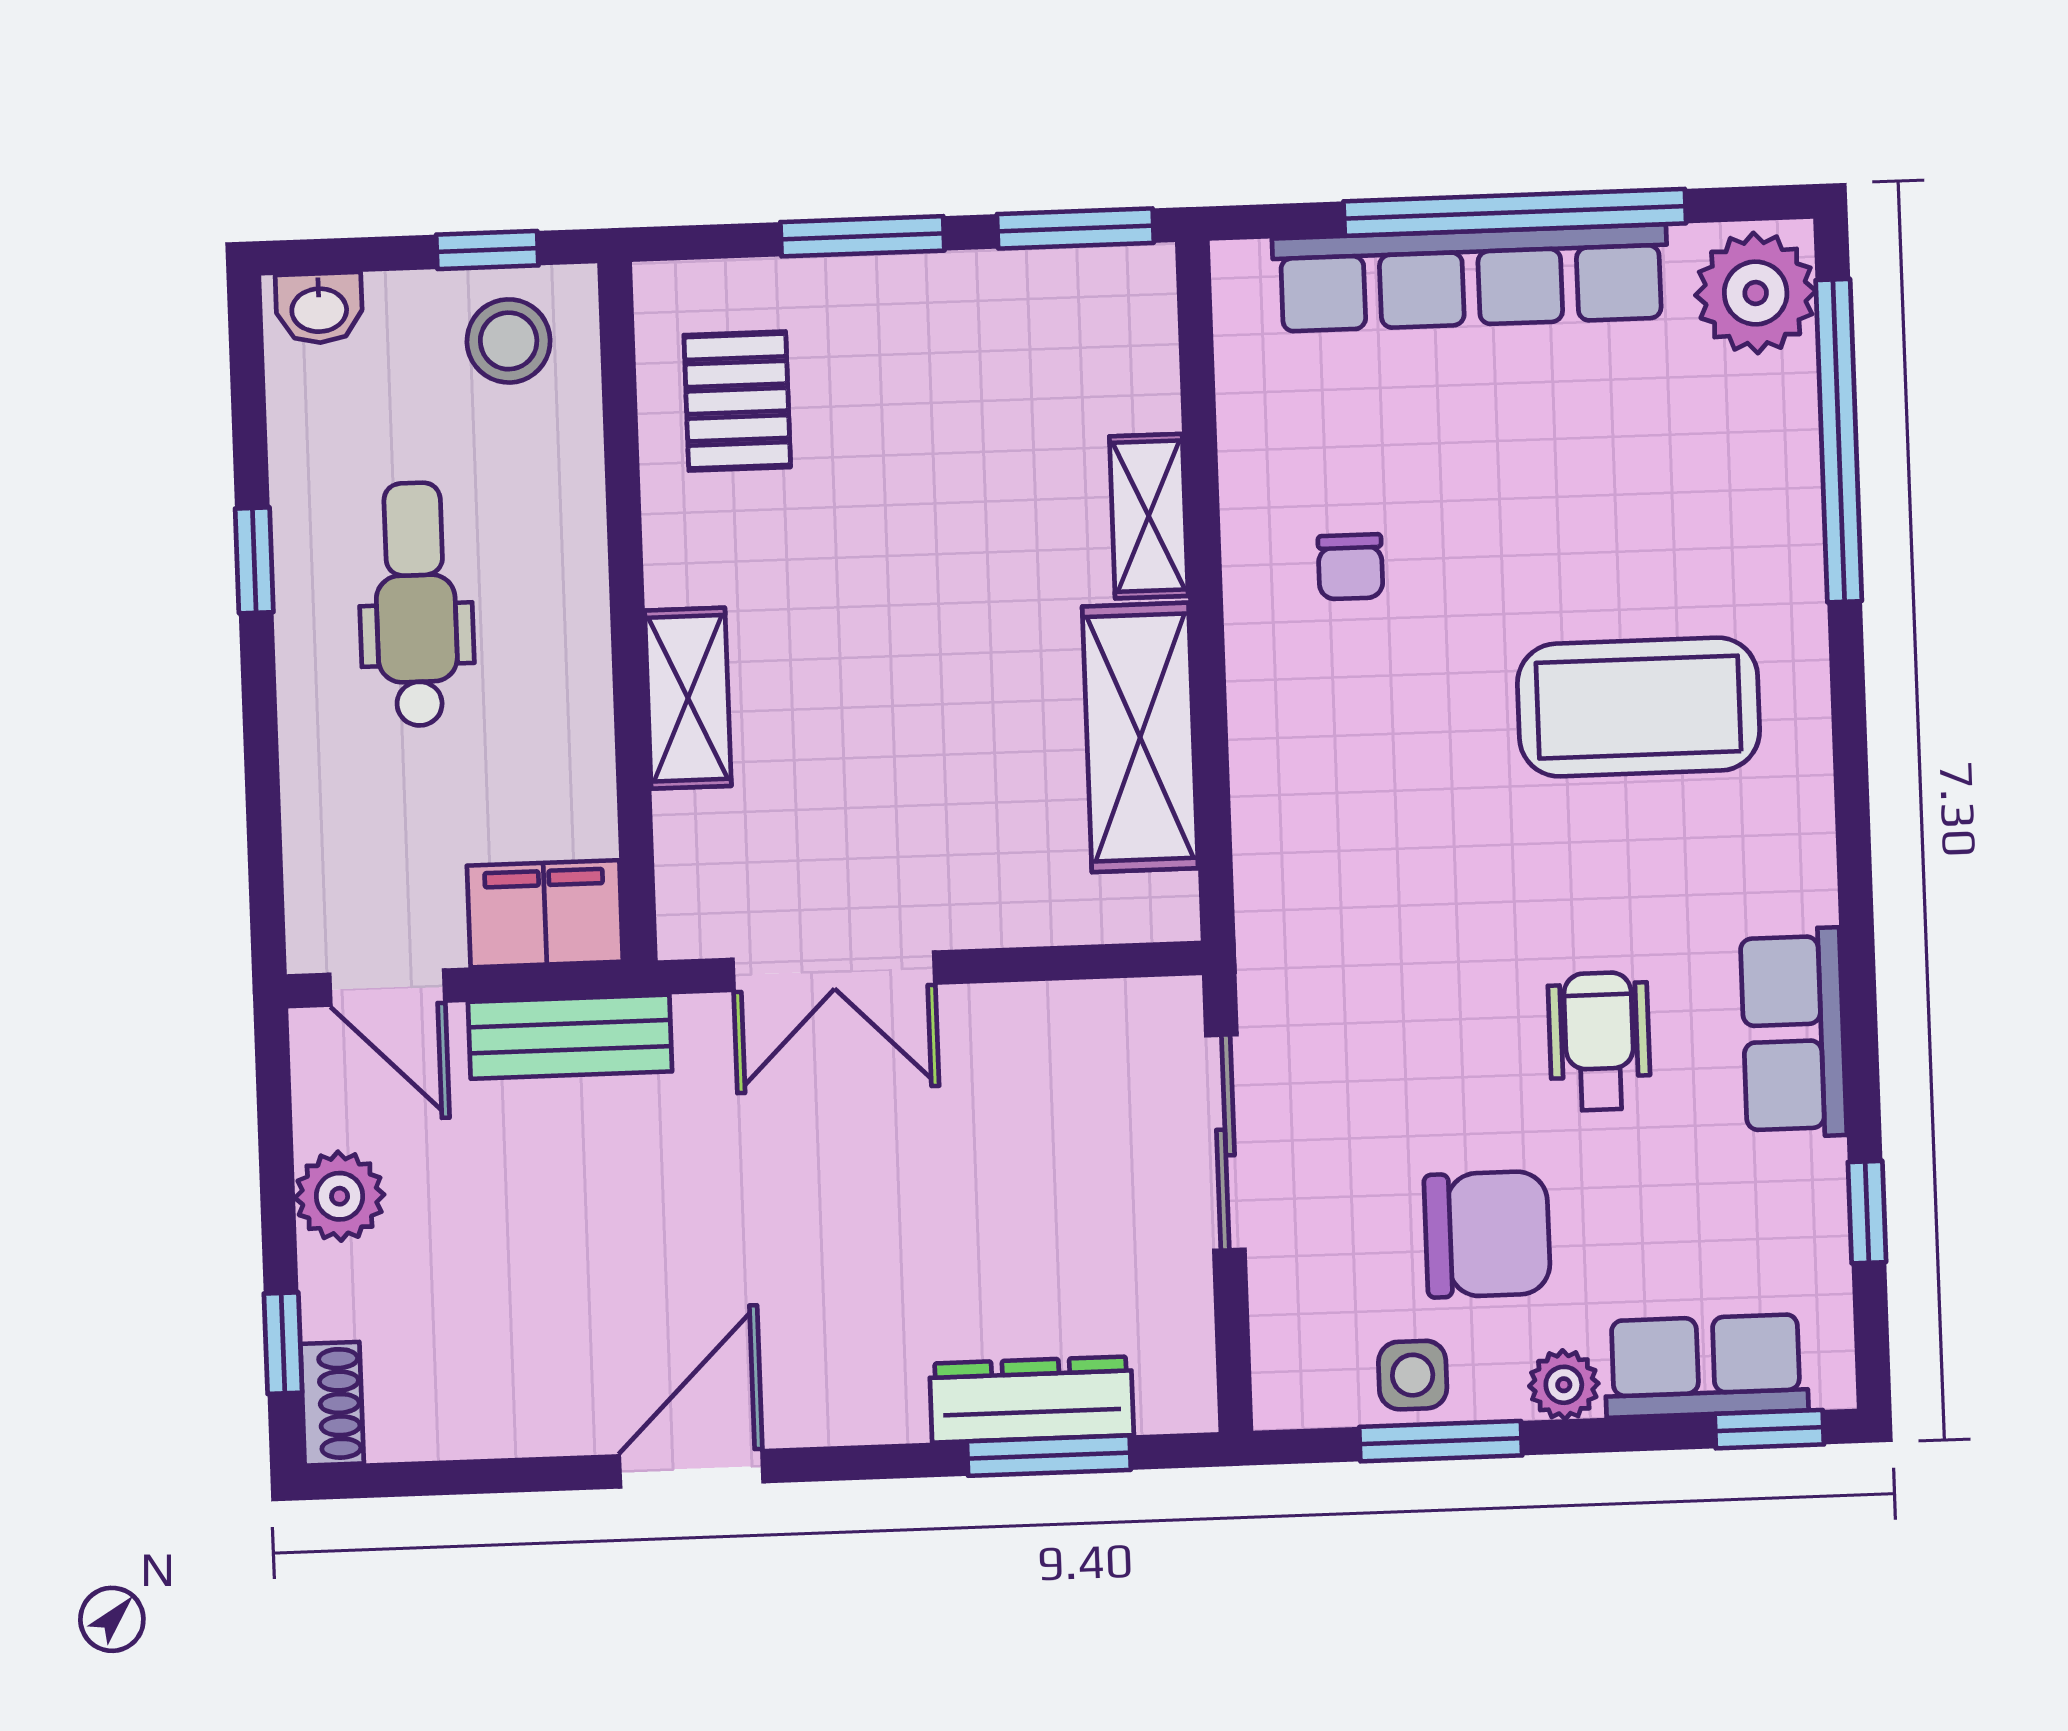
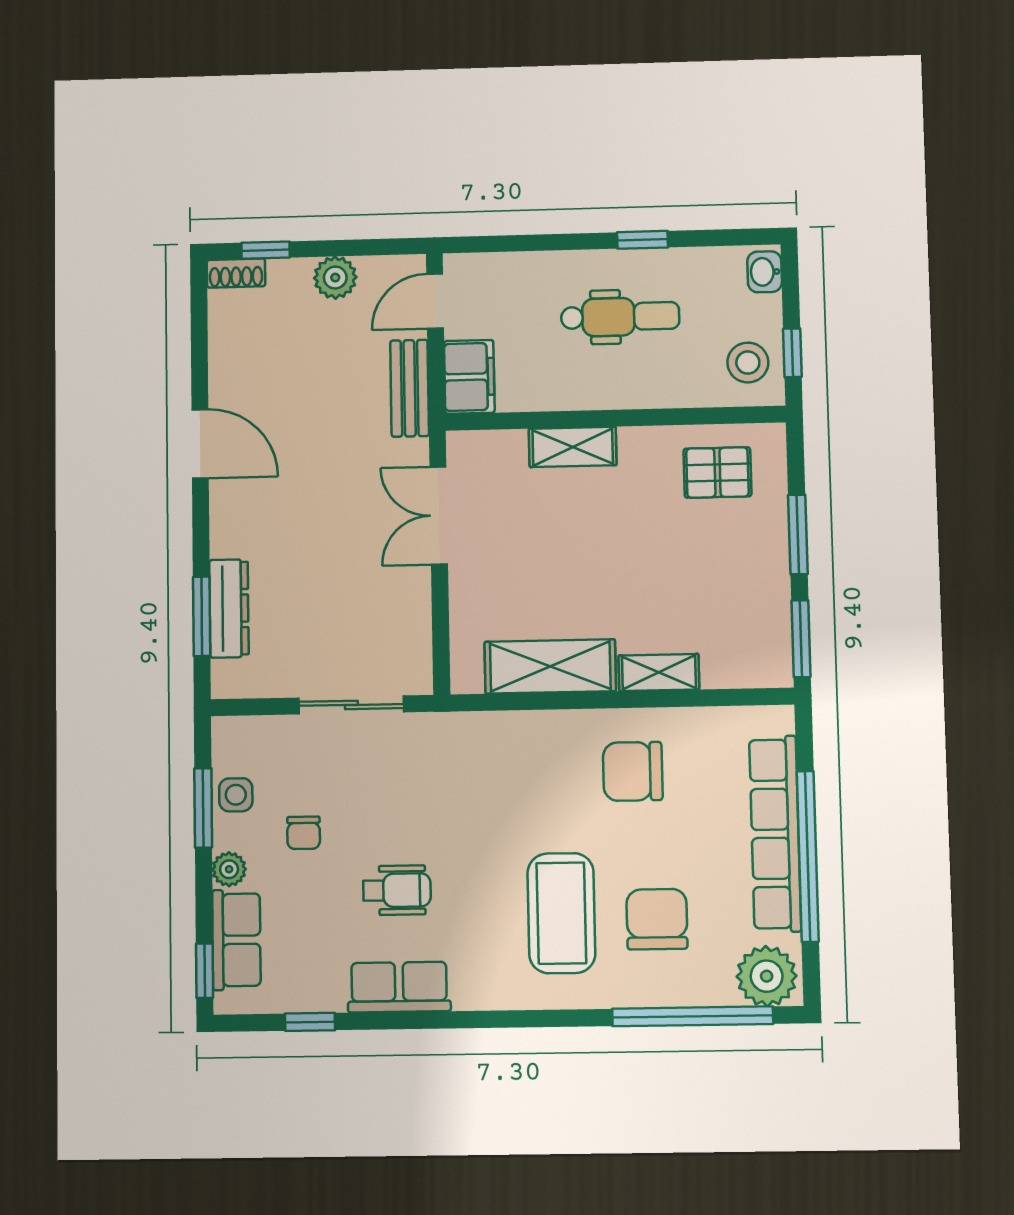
chair: (1647, 514) -> (657, 919), added
chair: (1350, 567) -> (633, 771), width x1.87, depth x1.87
chair: (1487, 1234) -> (304, 833), width x0.54, depth x0.54

